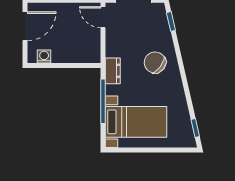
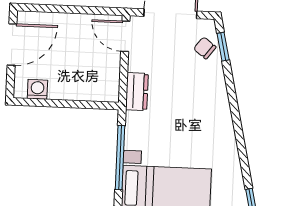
chair: (155, 63) -> (205, 48), moved, width x0.54, depth x0.54
dresser: (113, 71) -> (137, 92), moved

